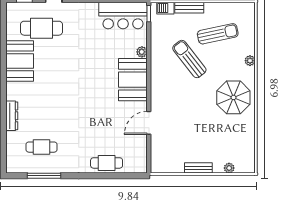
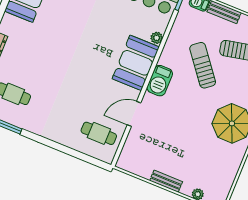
barbecue: (159, 86) -> (160, 81), added
cafe table: (107, 163) -> (99, 133), moved

